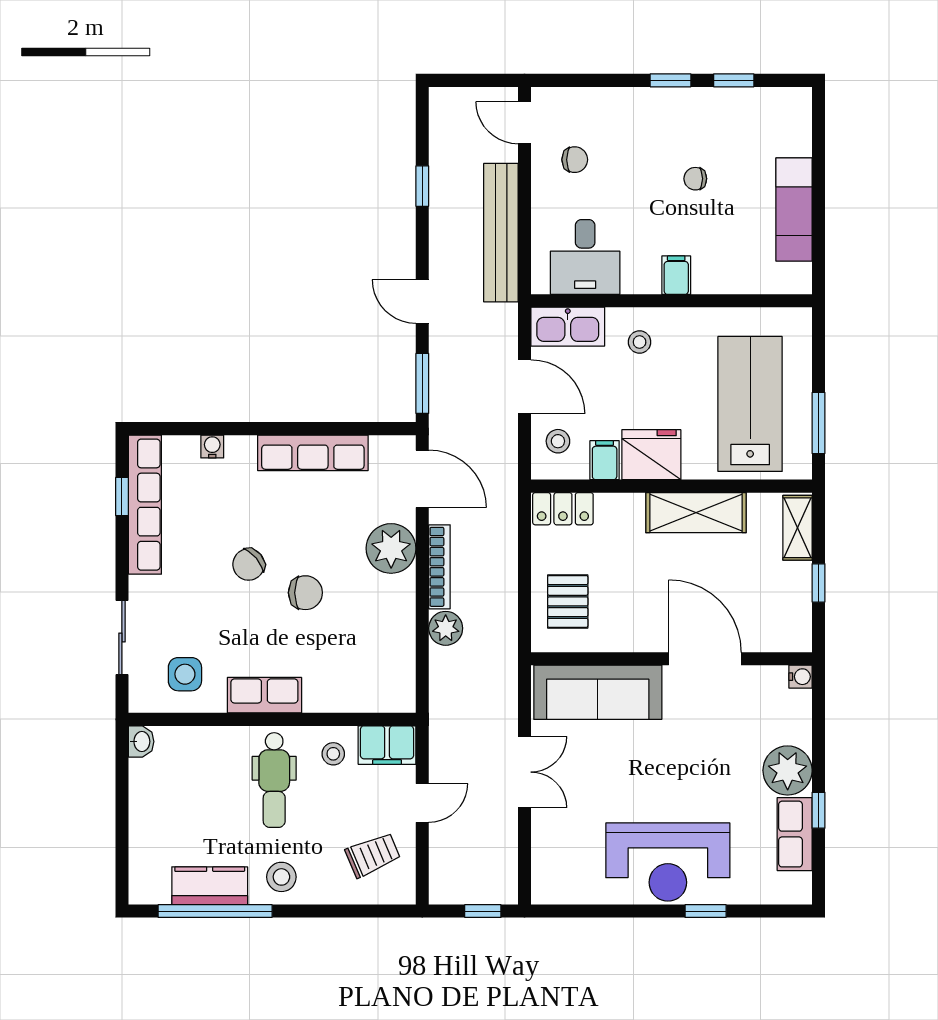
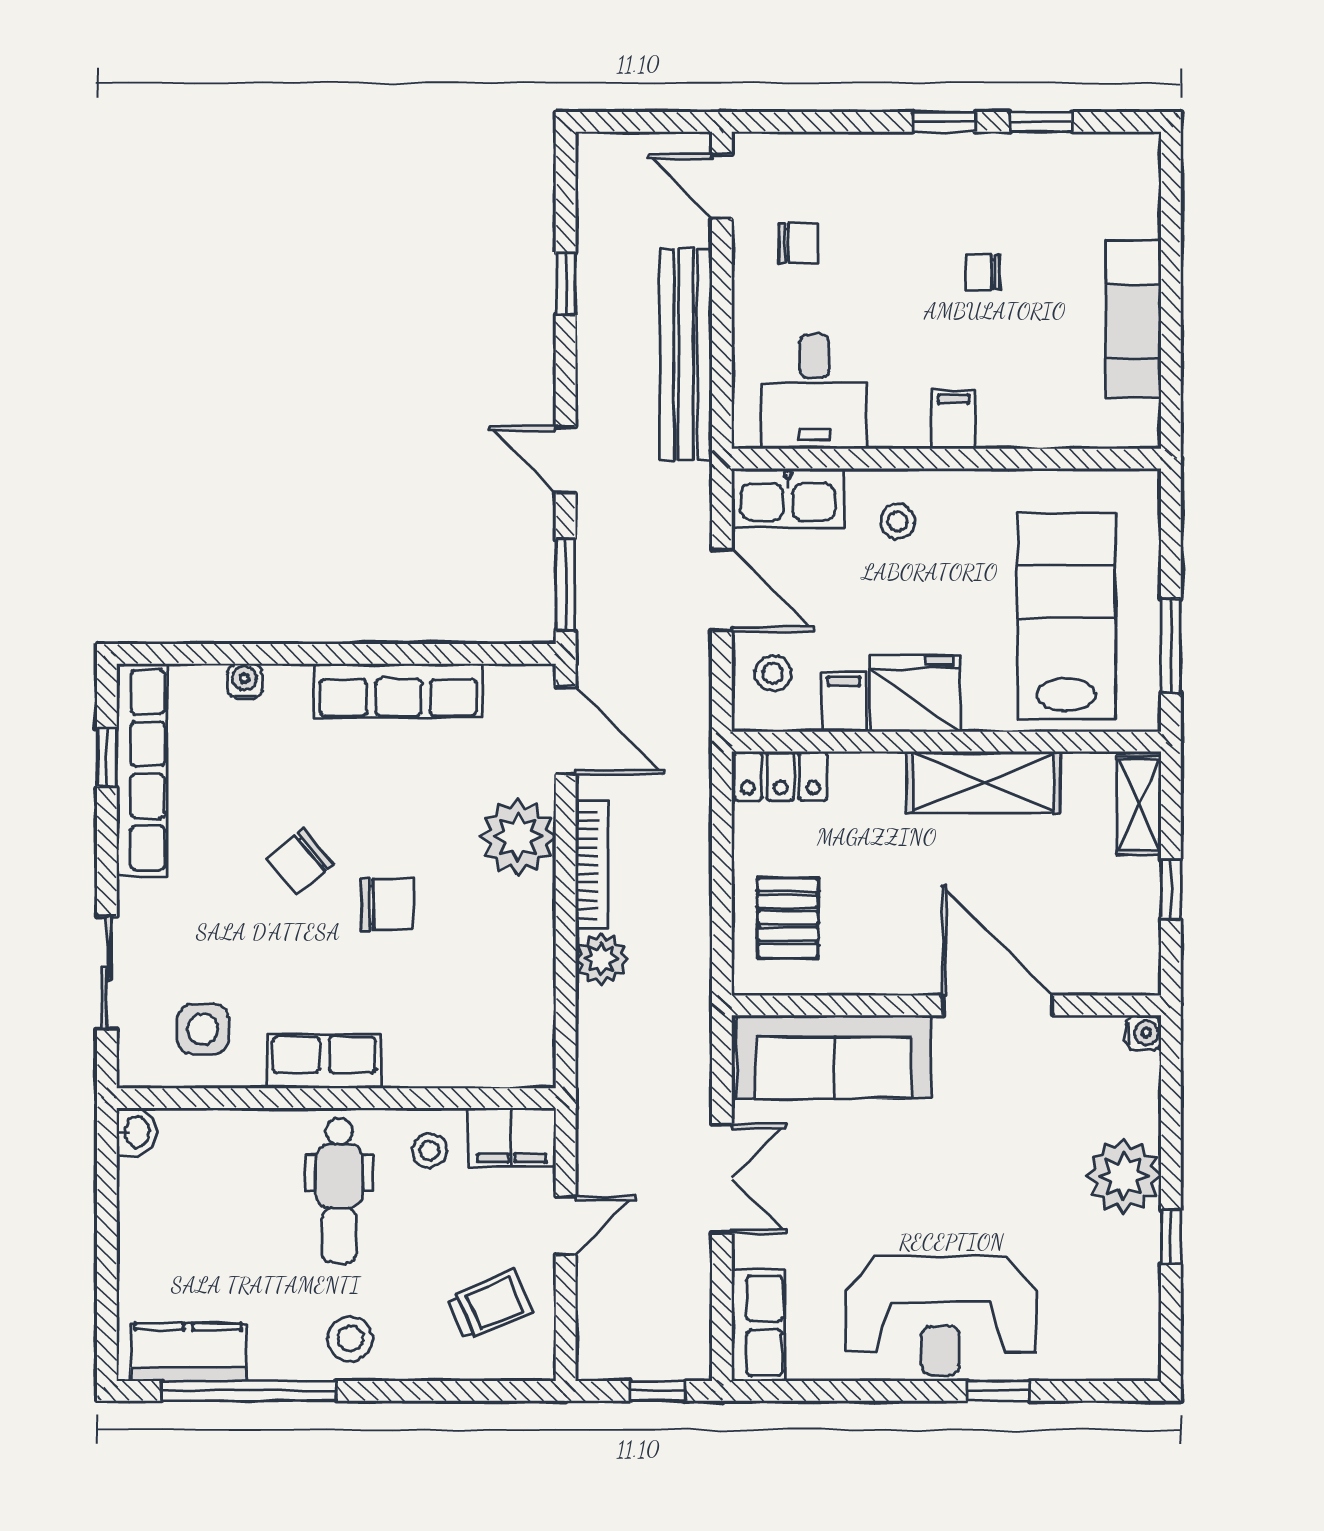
row of seats: (795, 834) -> (758, 1325), moved, turned 180
kitchen counter: (210, 886) -> (188, 1352), moved

